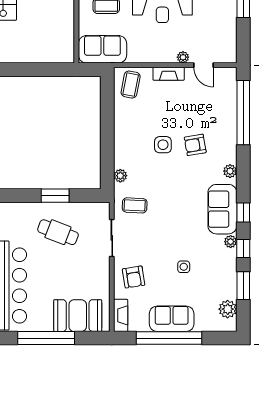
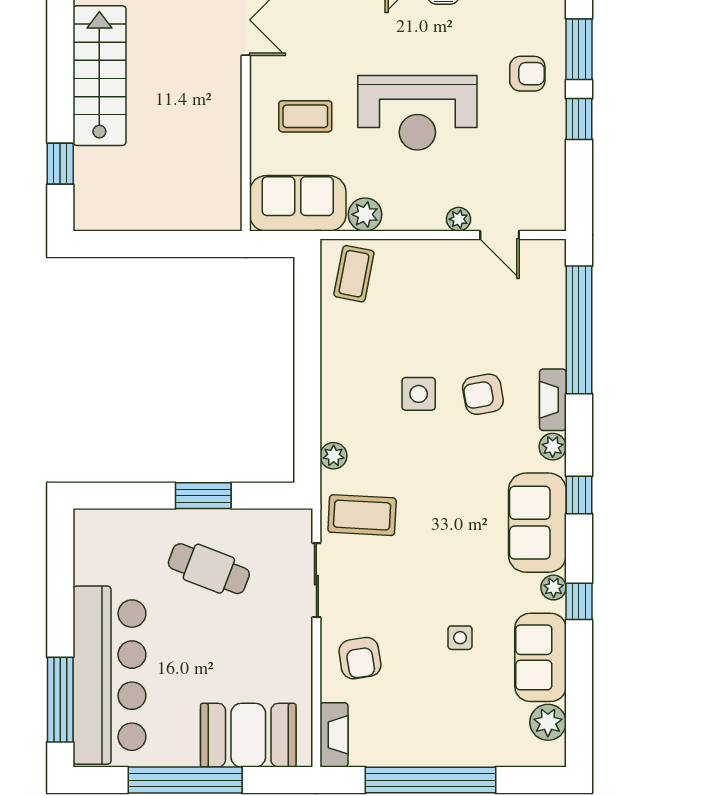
plant: (136, 55) -> (365, 214), added
fireplace: (169, 74) -> (553, 400), moved, turned 90
coffee table: (135, 205) -> (362, 515), width x1.36, depth x1.30
window: (243, 213) -> (579, 495), moved
window: (243, 286) -> (579, 675), removed
sofa: (172, 319) -> (540, 657), moved, turned -90

